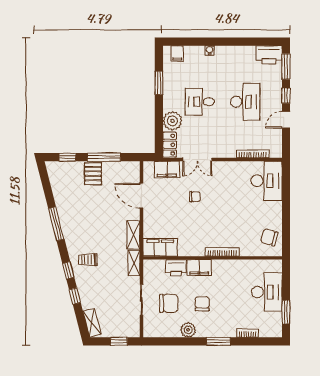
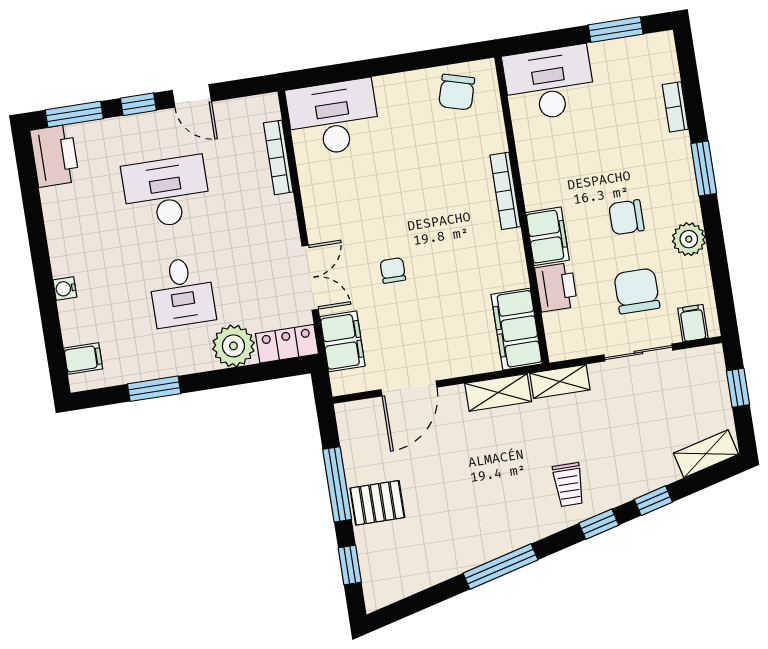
desk: (267, 292) -> (549, 83), moved
filing cabinet: (151, 326) -> (693, 323), added

